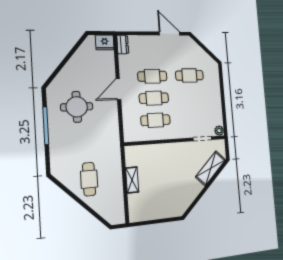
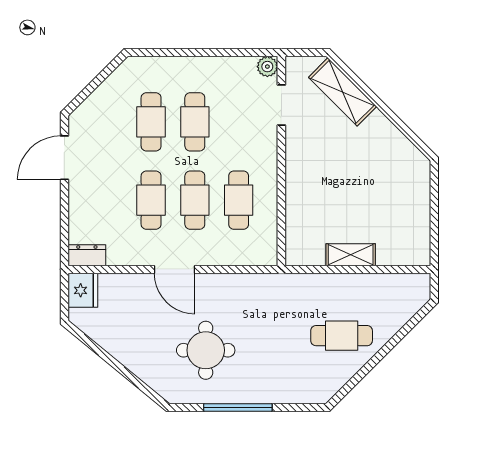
cafe table: (191, 97) -> (195, 122), added

